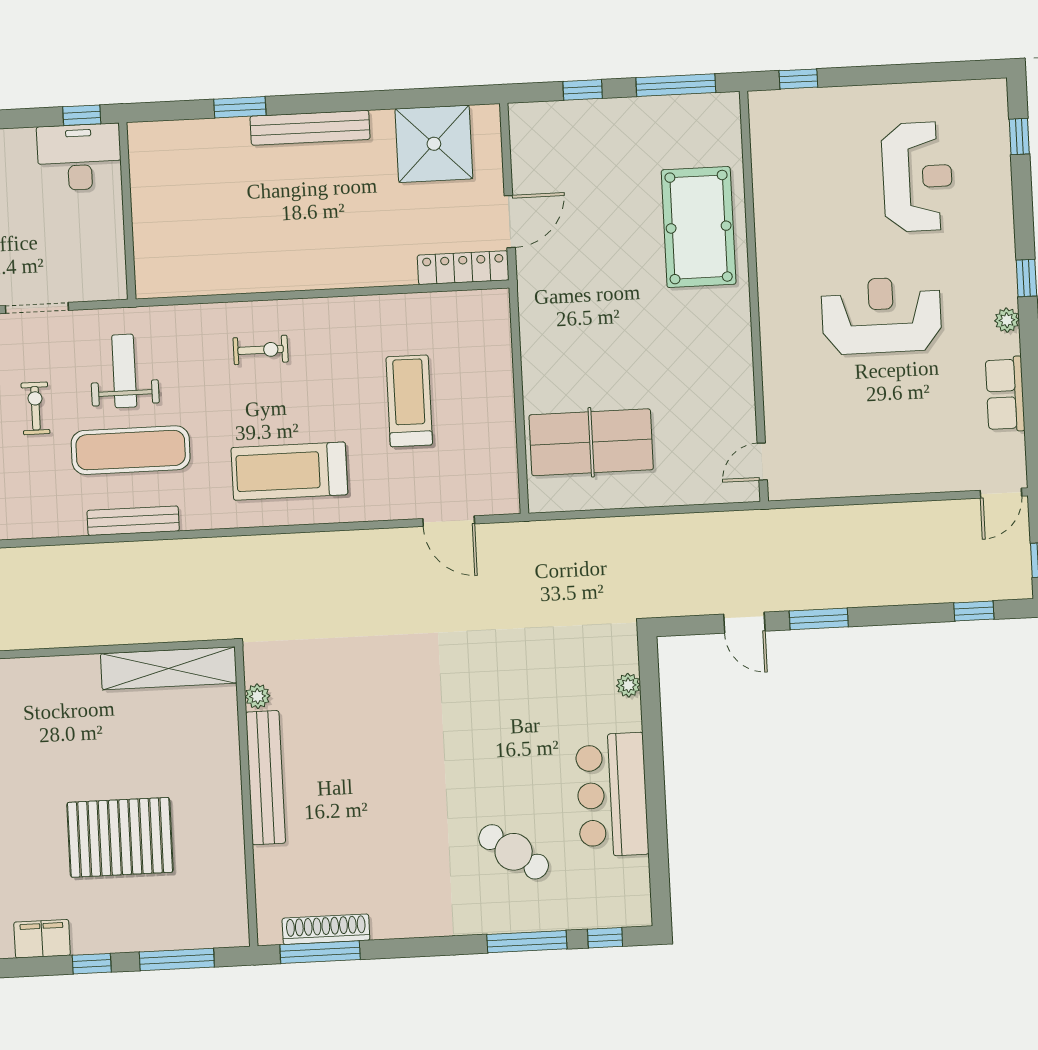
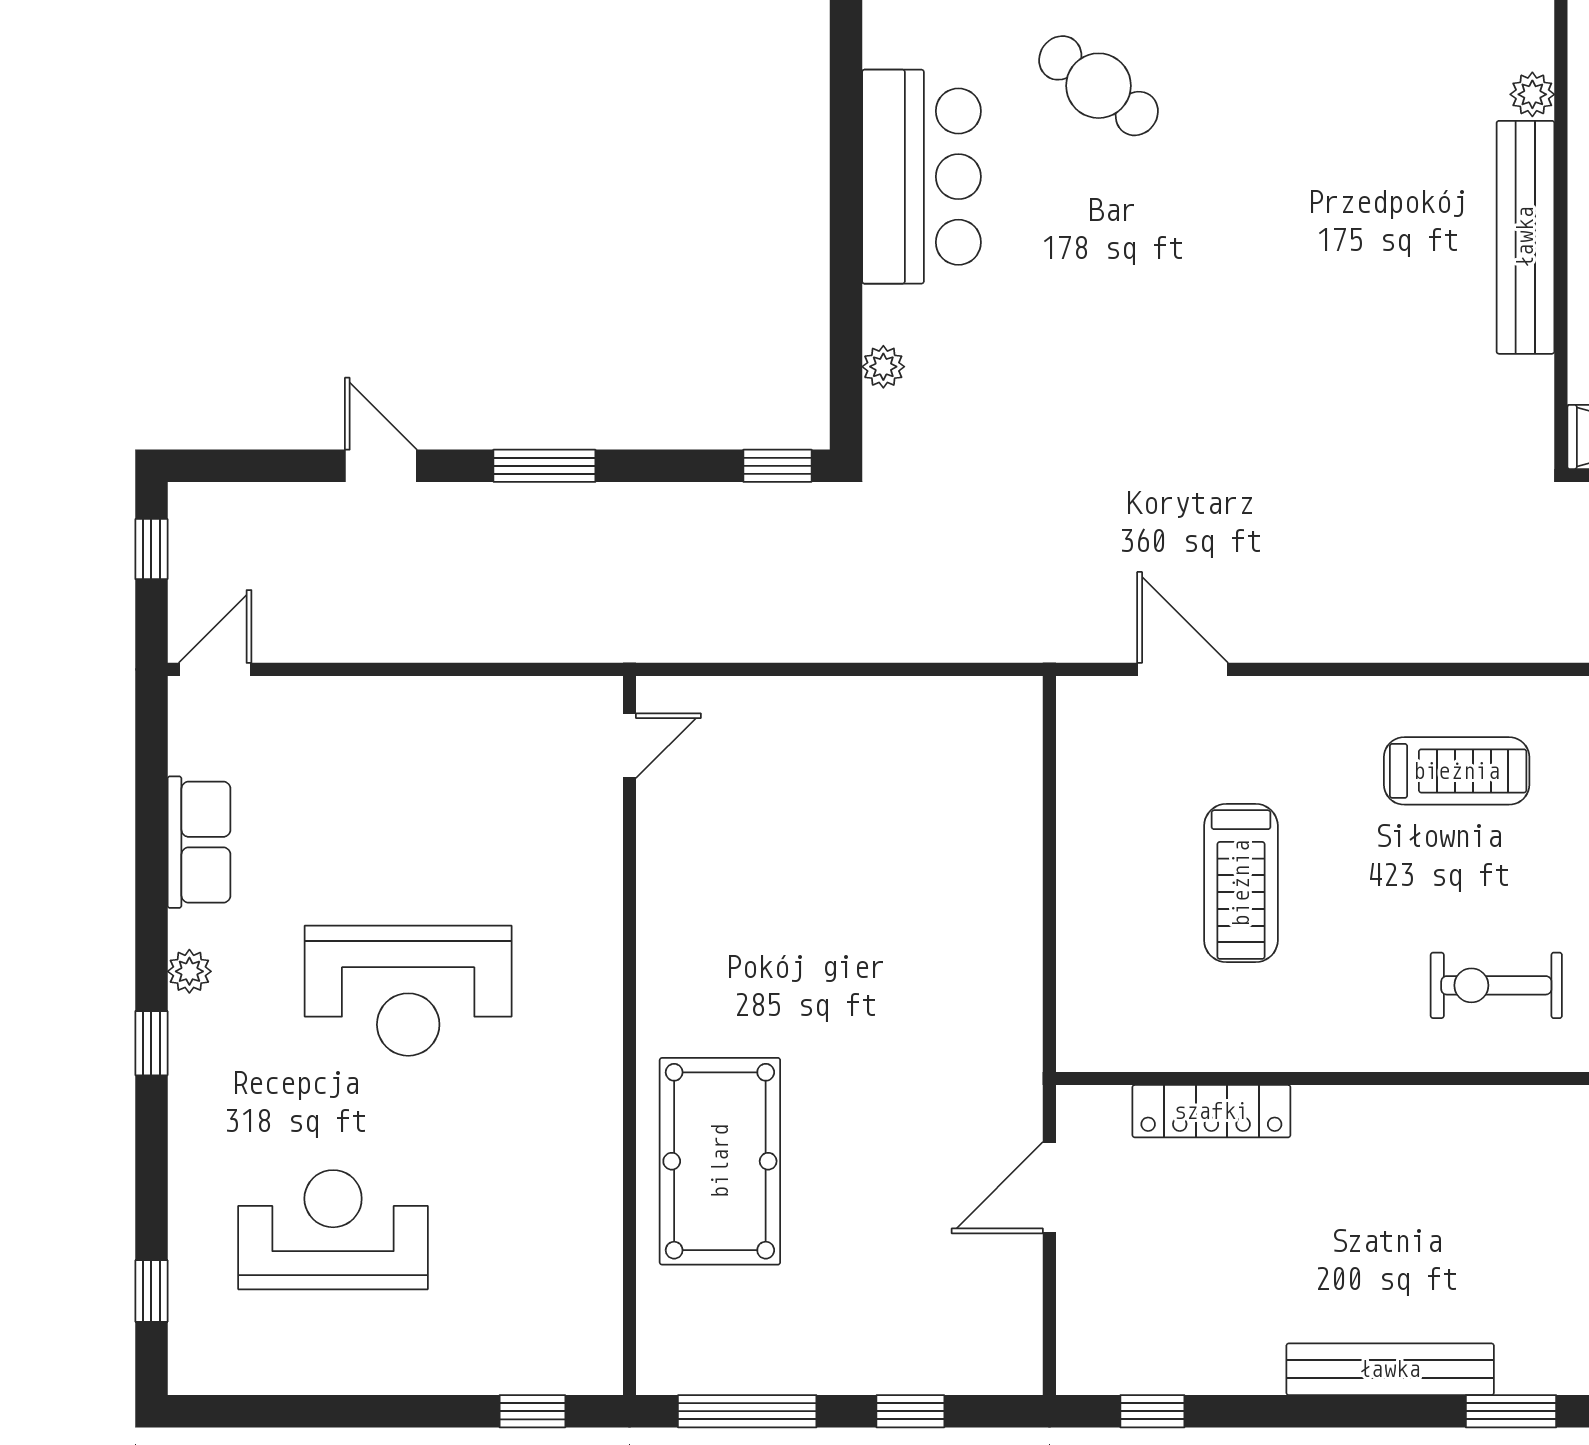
window: (445, 97) -> (1152, 1411), added
shower: (434, 144) -> (1175, 1330), removed
reception desk: (917, 177) -> (333, 1230), turned 90
locker: (463, 268) -> (1211, 1111), moved
exercise bike: (261, 350) -> (1496, 985), width x1.38, depth x1.39
table tennis table: (591, 442) -> (927, 795), removed
treadmill: (289, 471) -> (1457, 771), width x0.73, depth x0.73
window: (974, 611) -> (777, 466), moved
door: (744, 623) -> (381, 466), moved
plant: (258, 696) -> (1532, 94), moved

